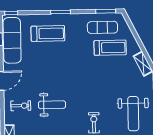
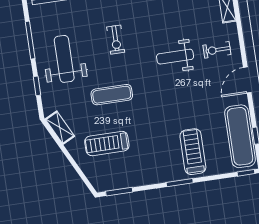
exercise mat: (102, 27) -> (112, 95), moved
treadmill: (48, 34) -> (193, 152), turned 90

